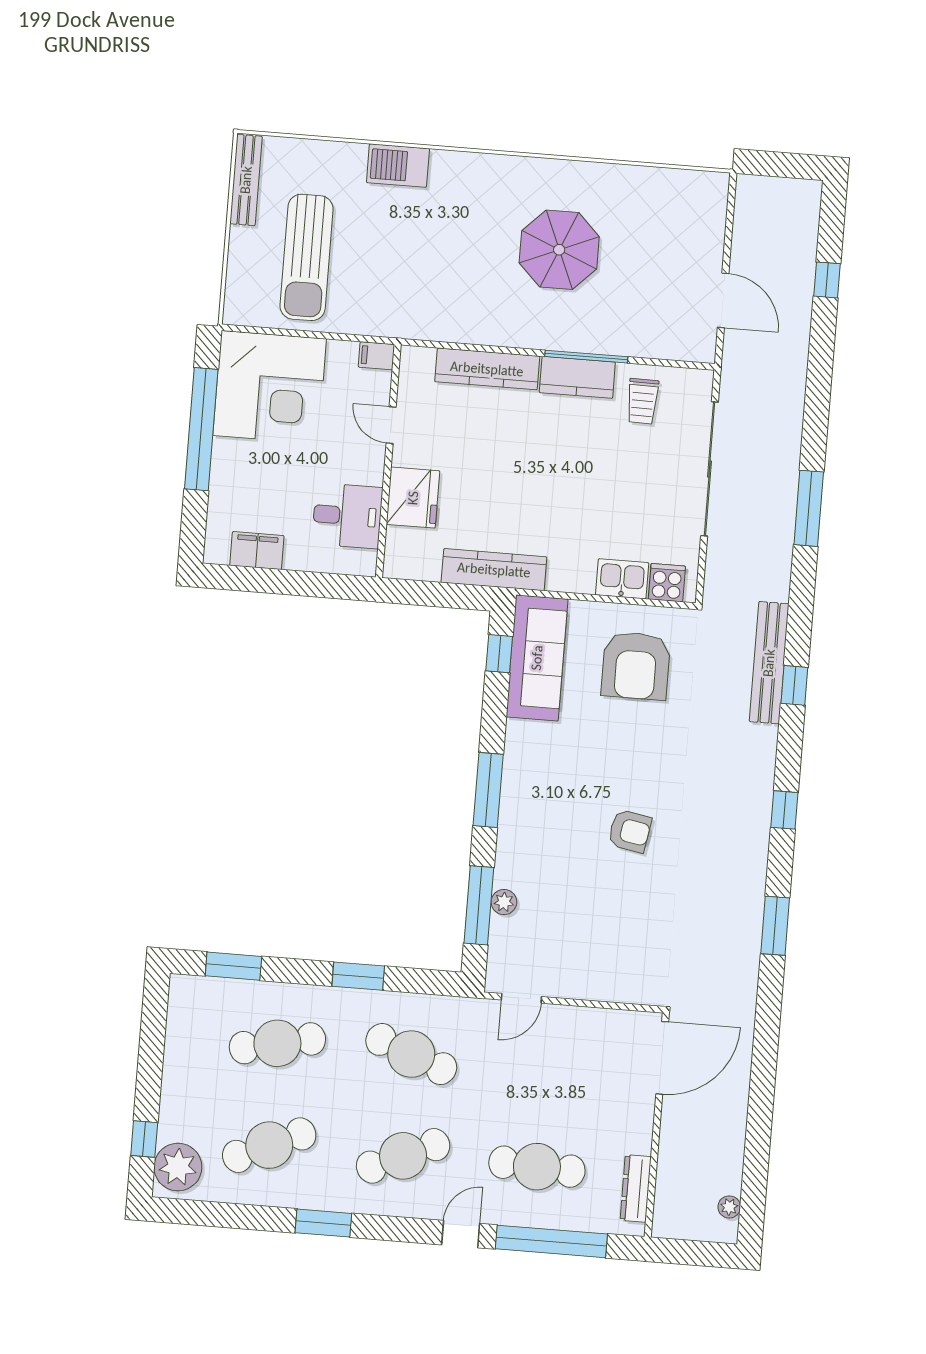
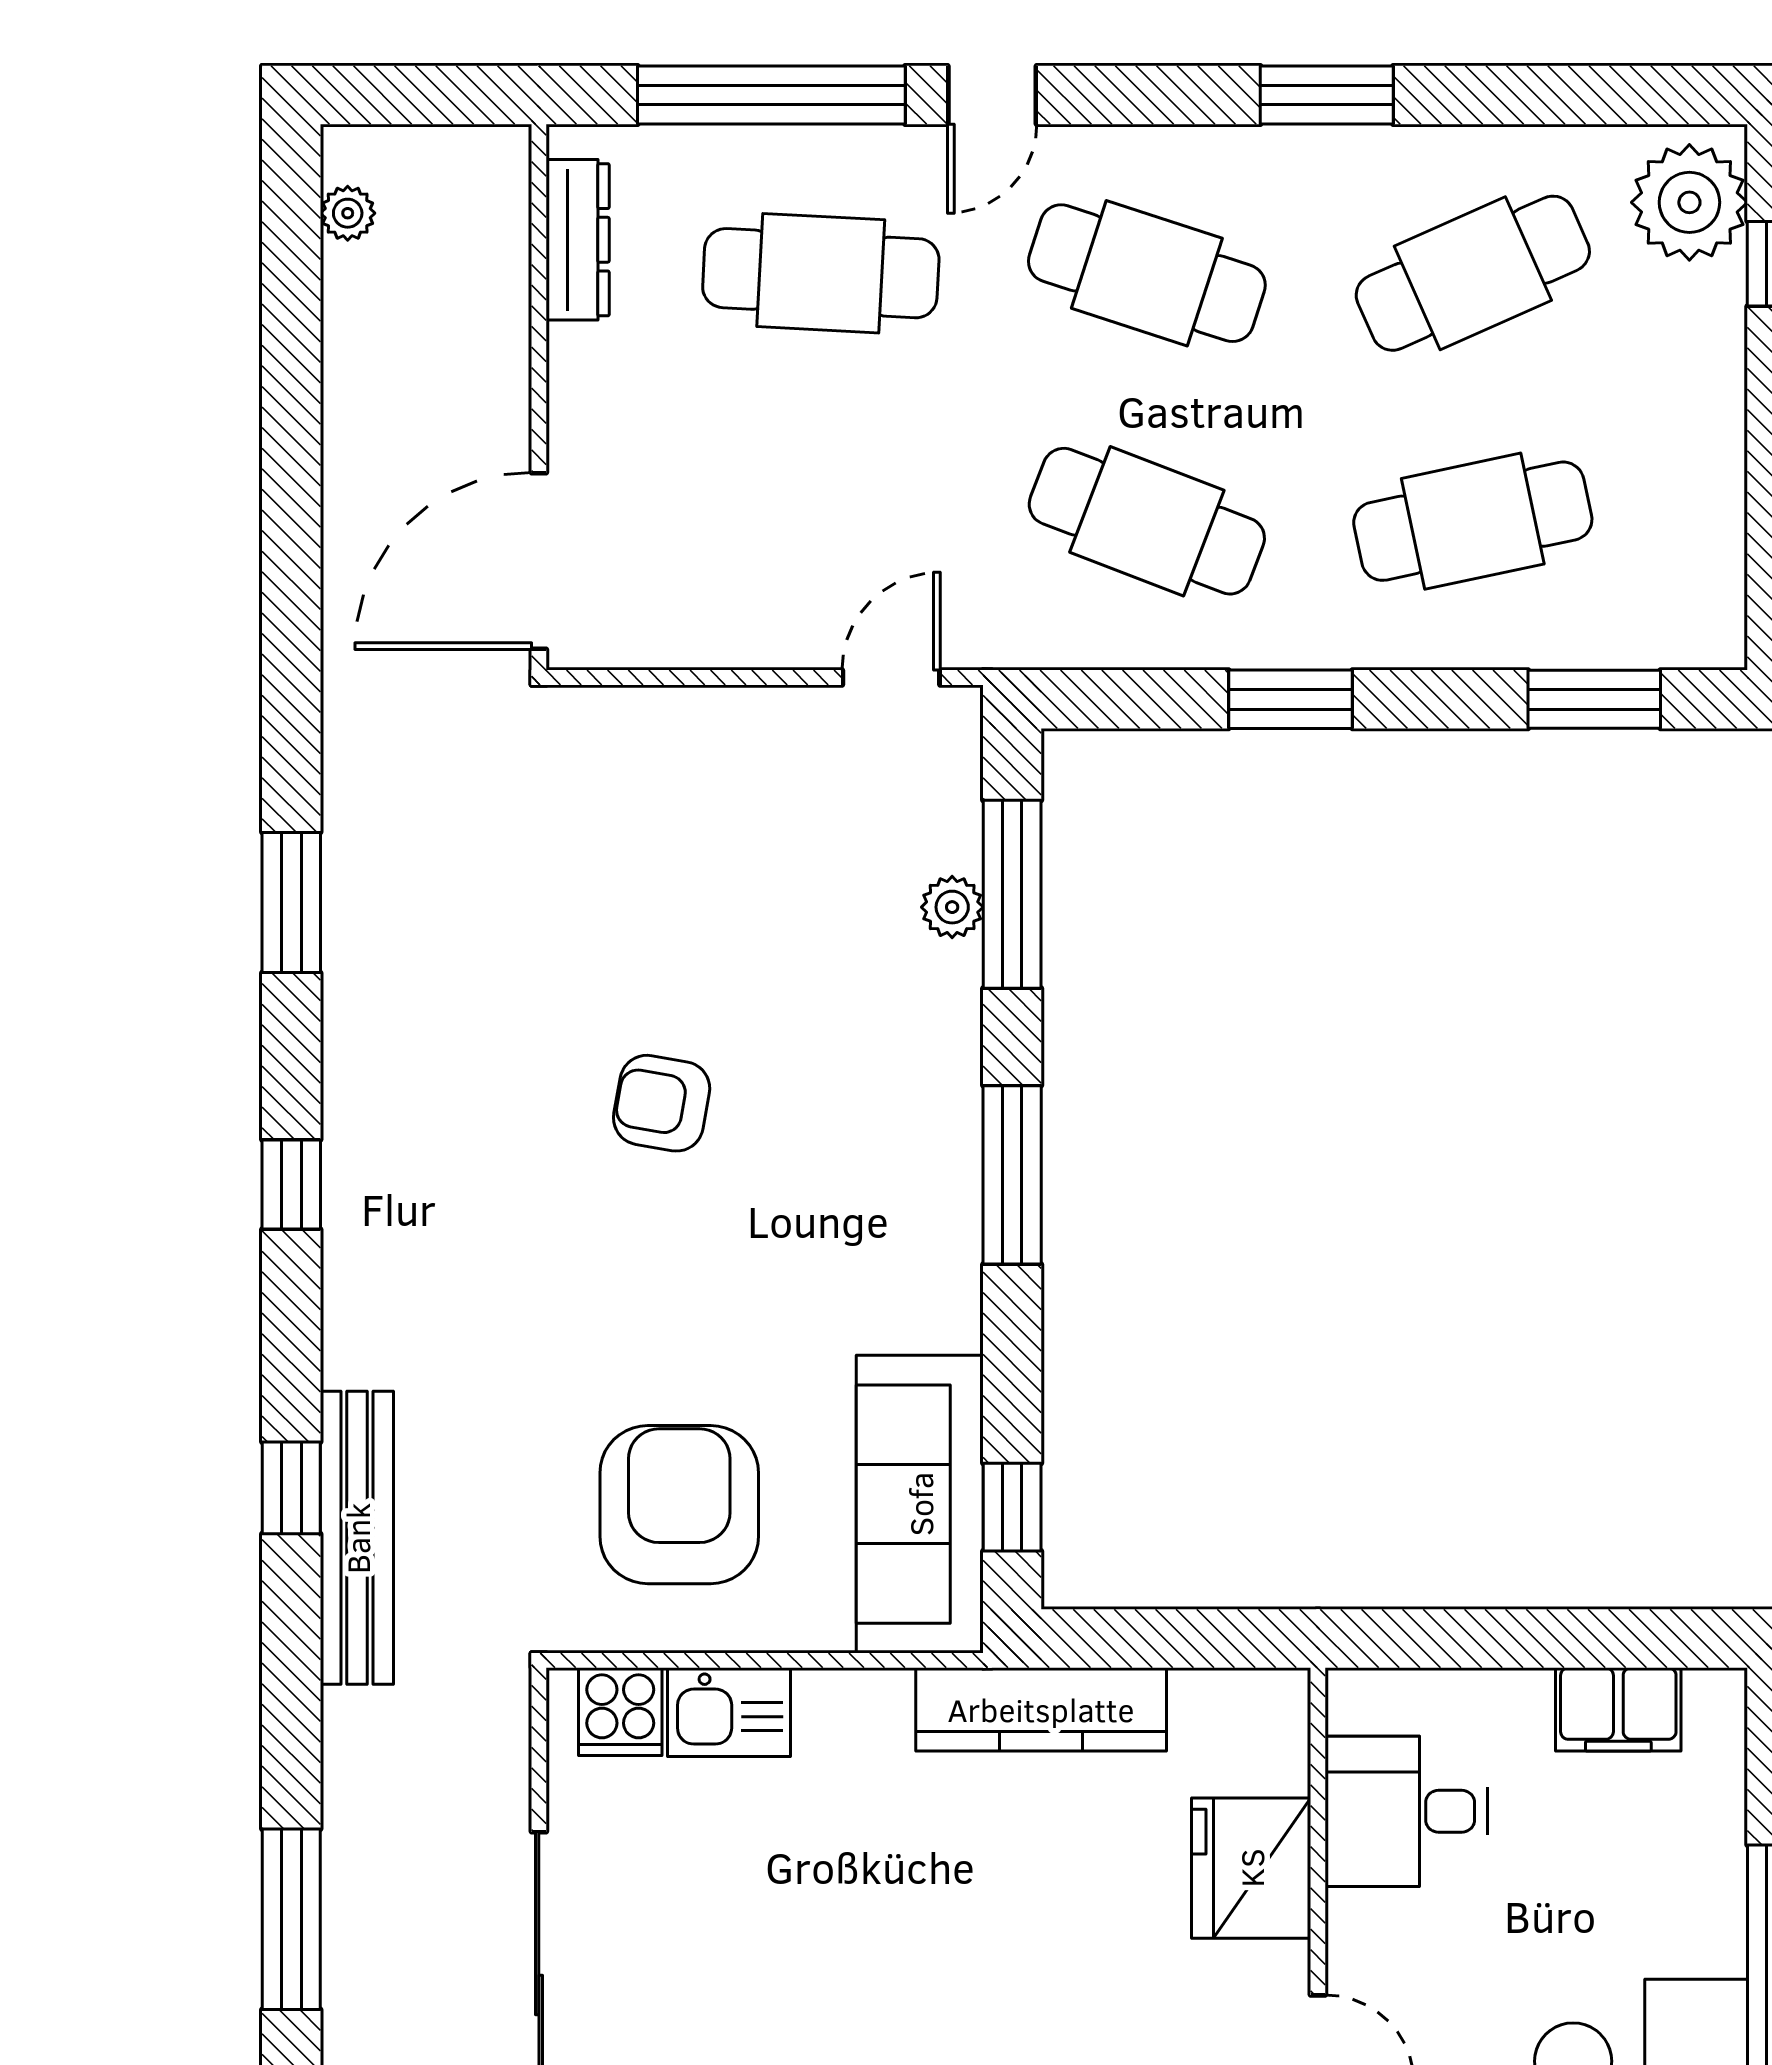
cafe table: (403, 1156) -> (1147, 273), turned 42

